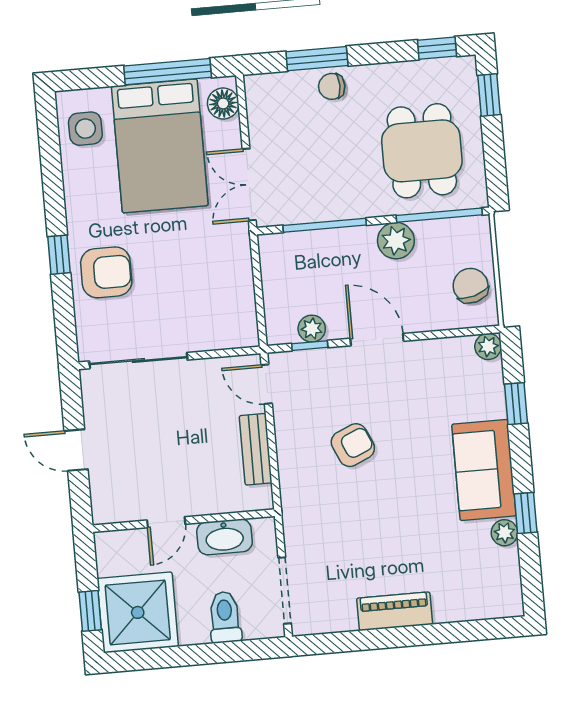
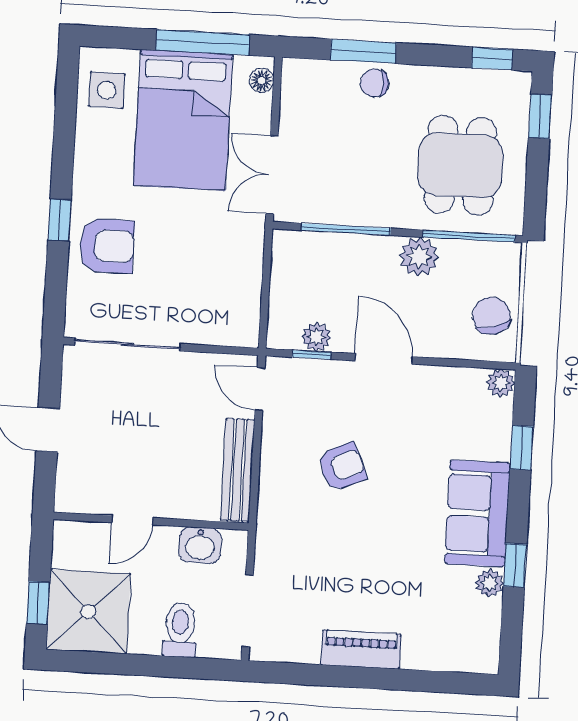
floor lamp: (223, 103) -> (262, 80), width x0.73, depth x0.73
bench: (256, 449) -> (238, 470), width x1.36
washbasin: (224, 537) -> (200, 545), width x0.72

